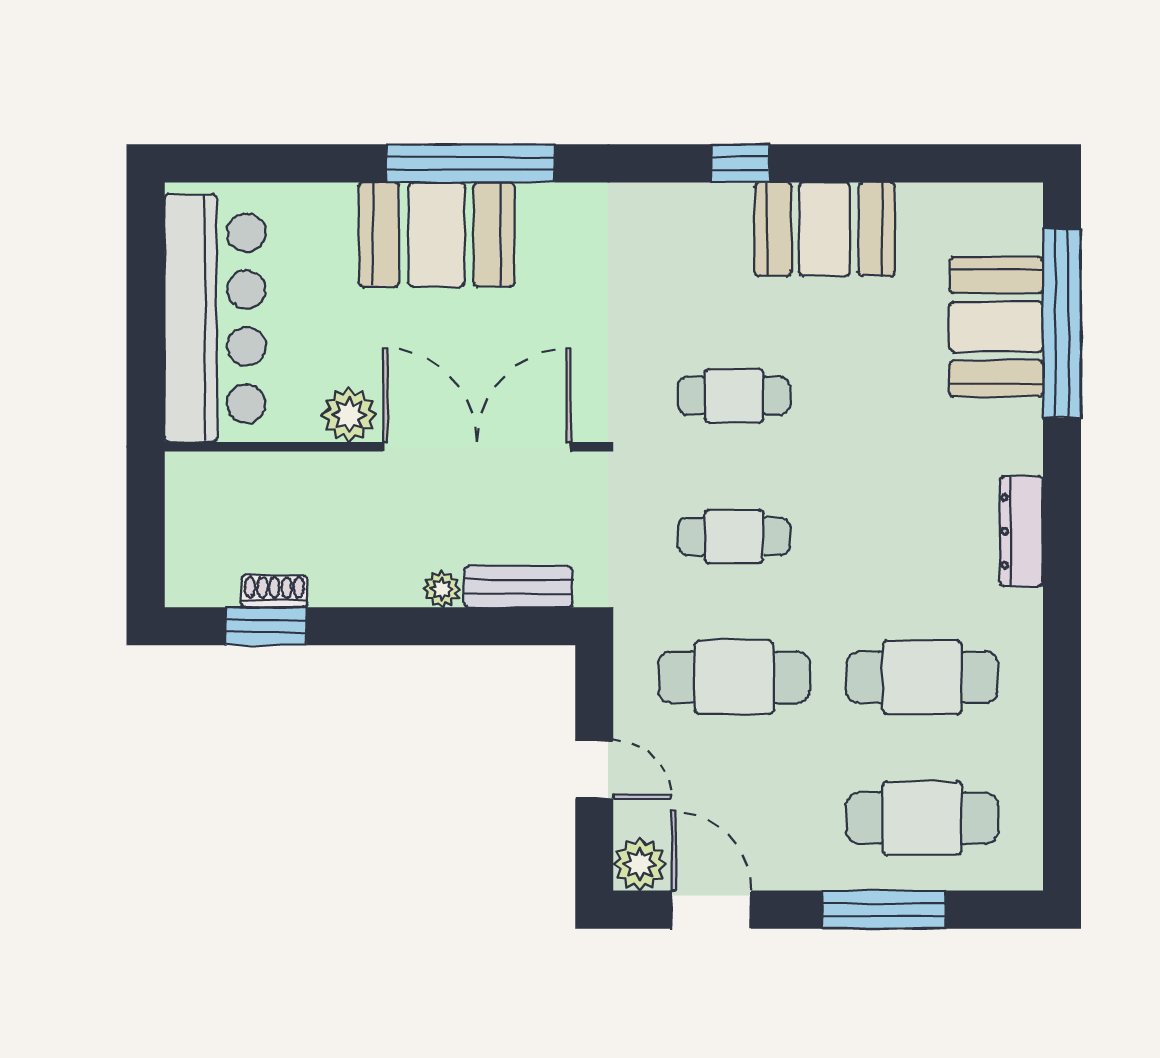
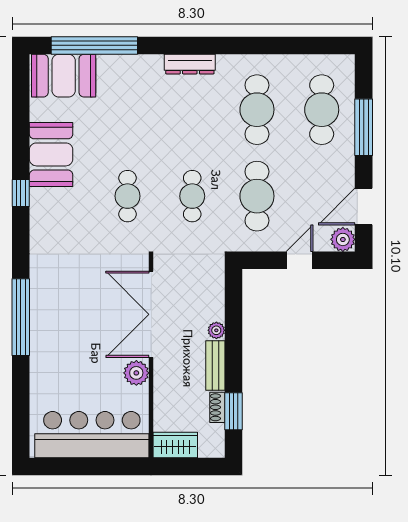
booth: (436, 235) -> (53, 333), removed
booth: (996, 327) -> (64, 76), moved
wardrobe: (192, 500) -> (175, 445), added
bench: (518, 587) -> (215, 365), moved

